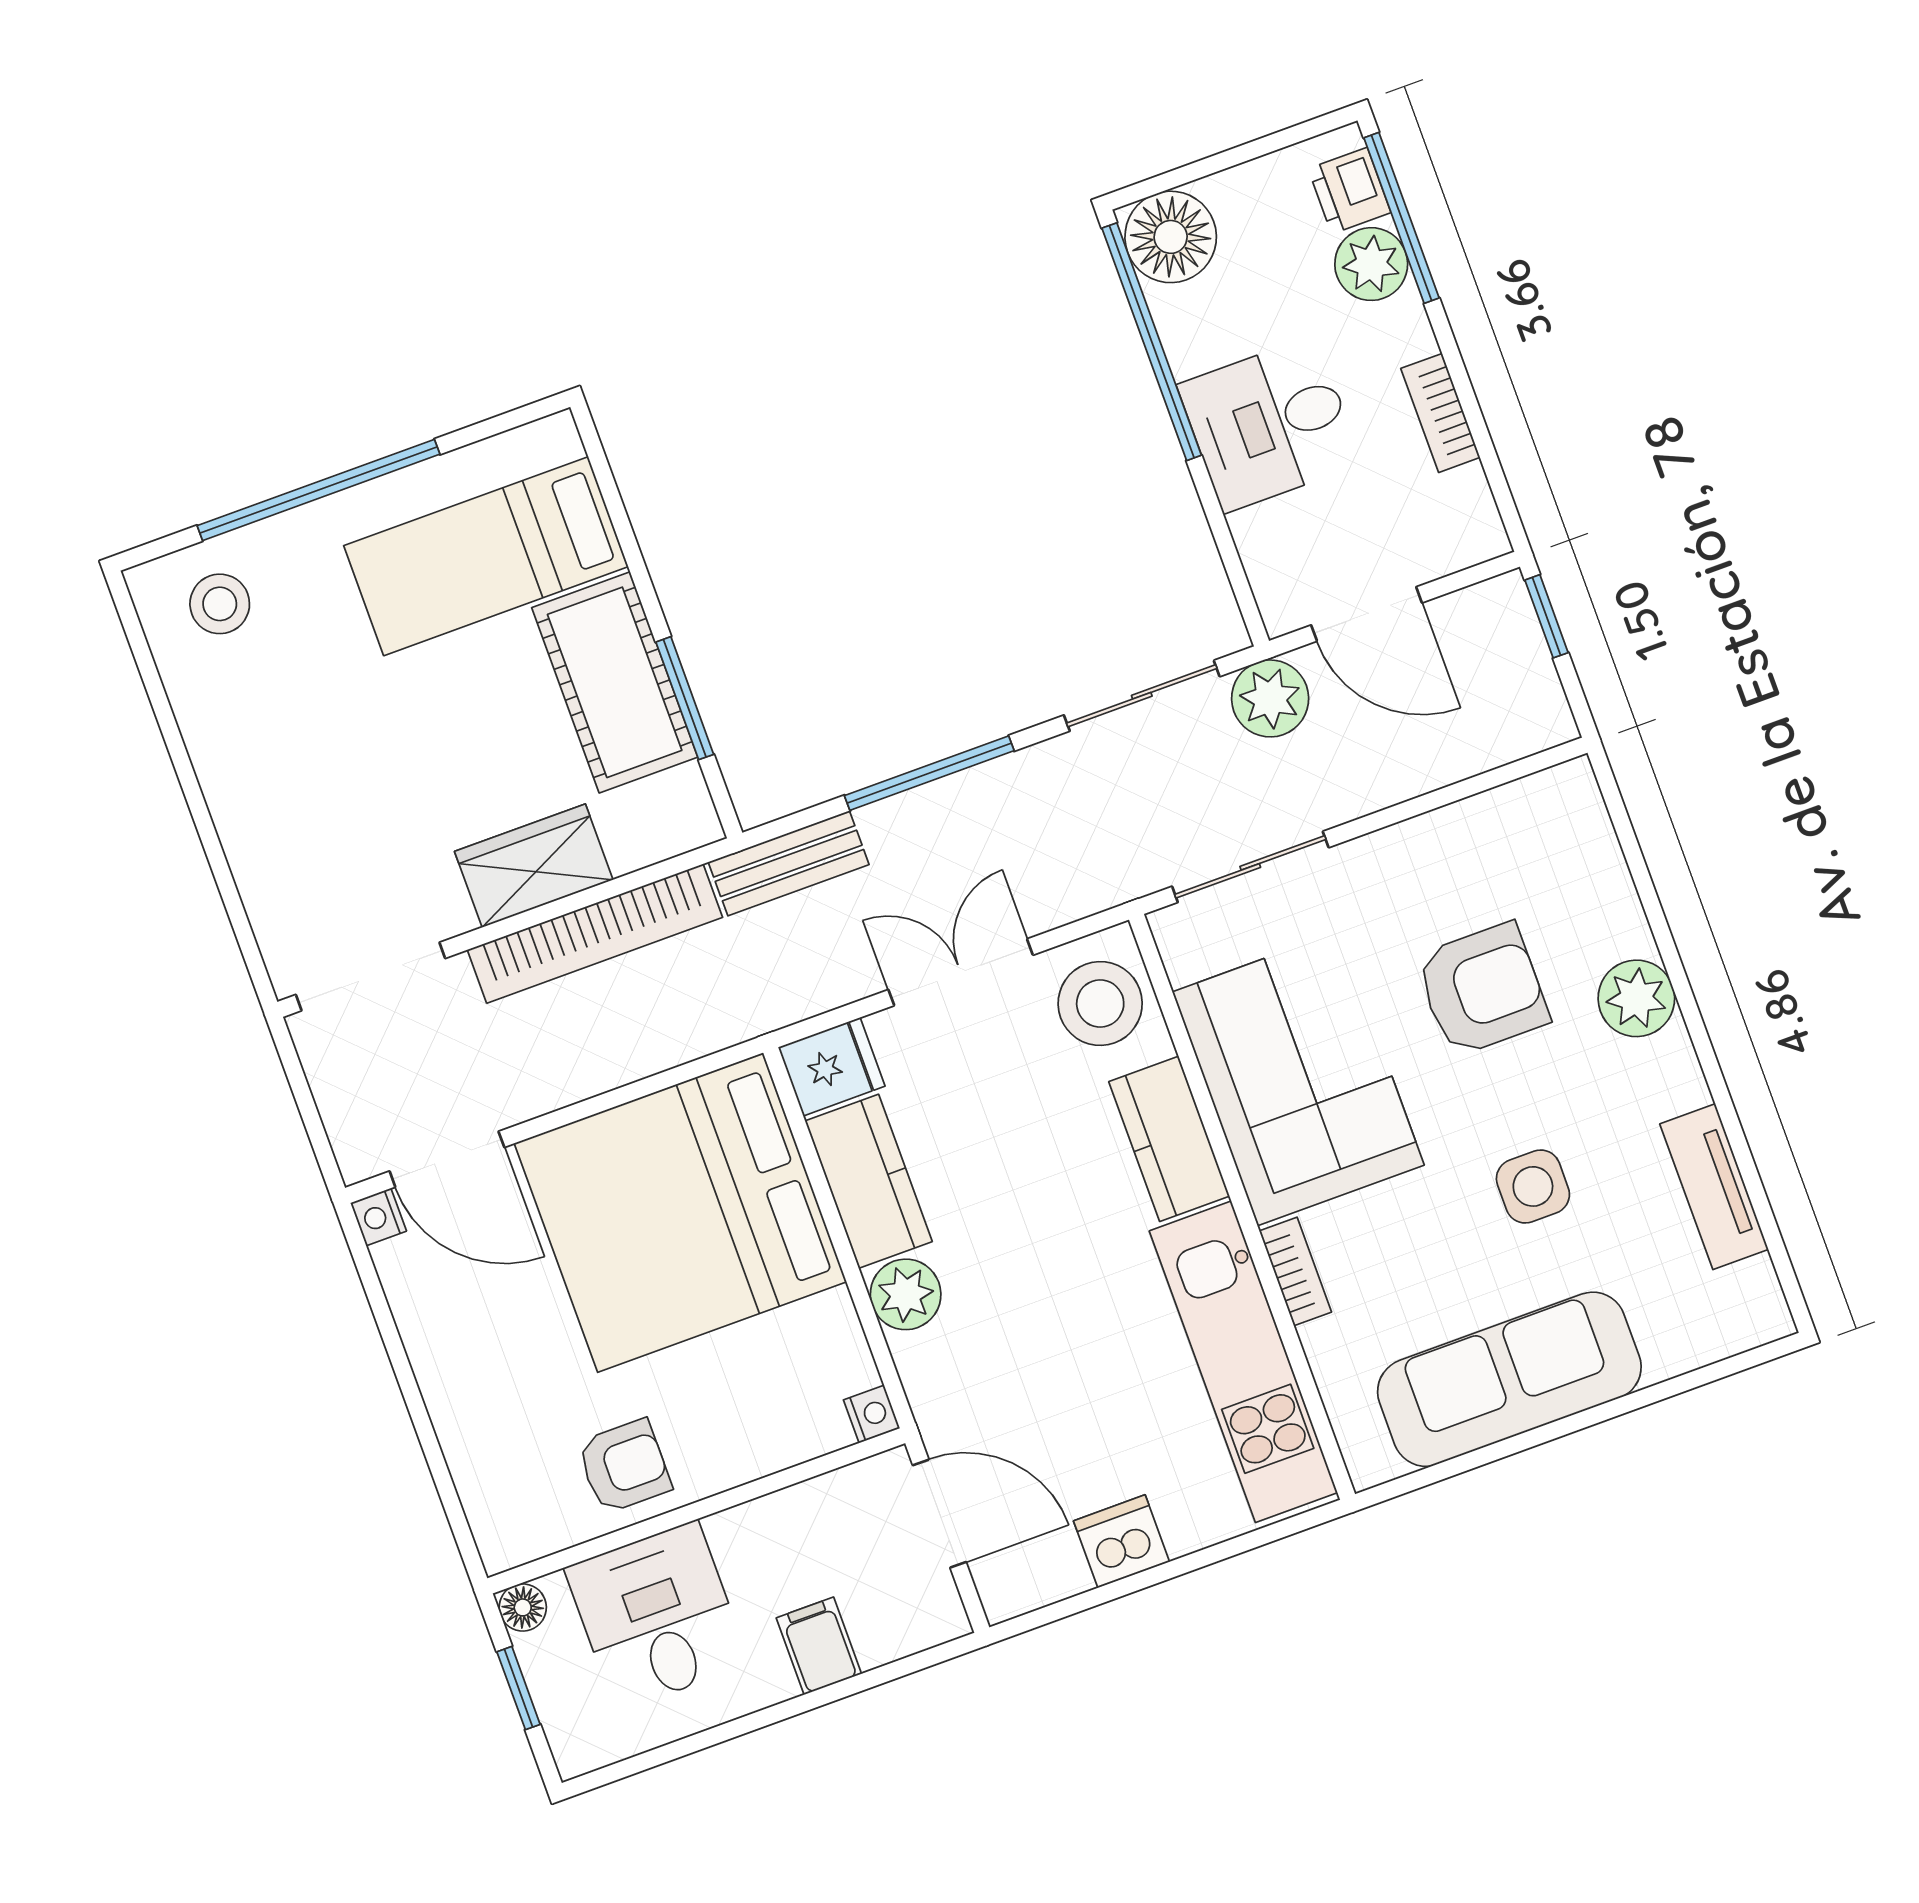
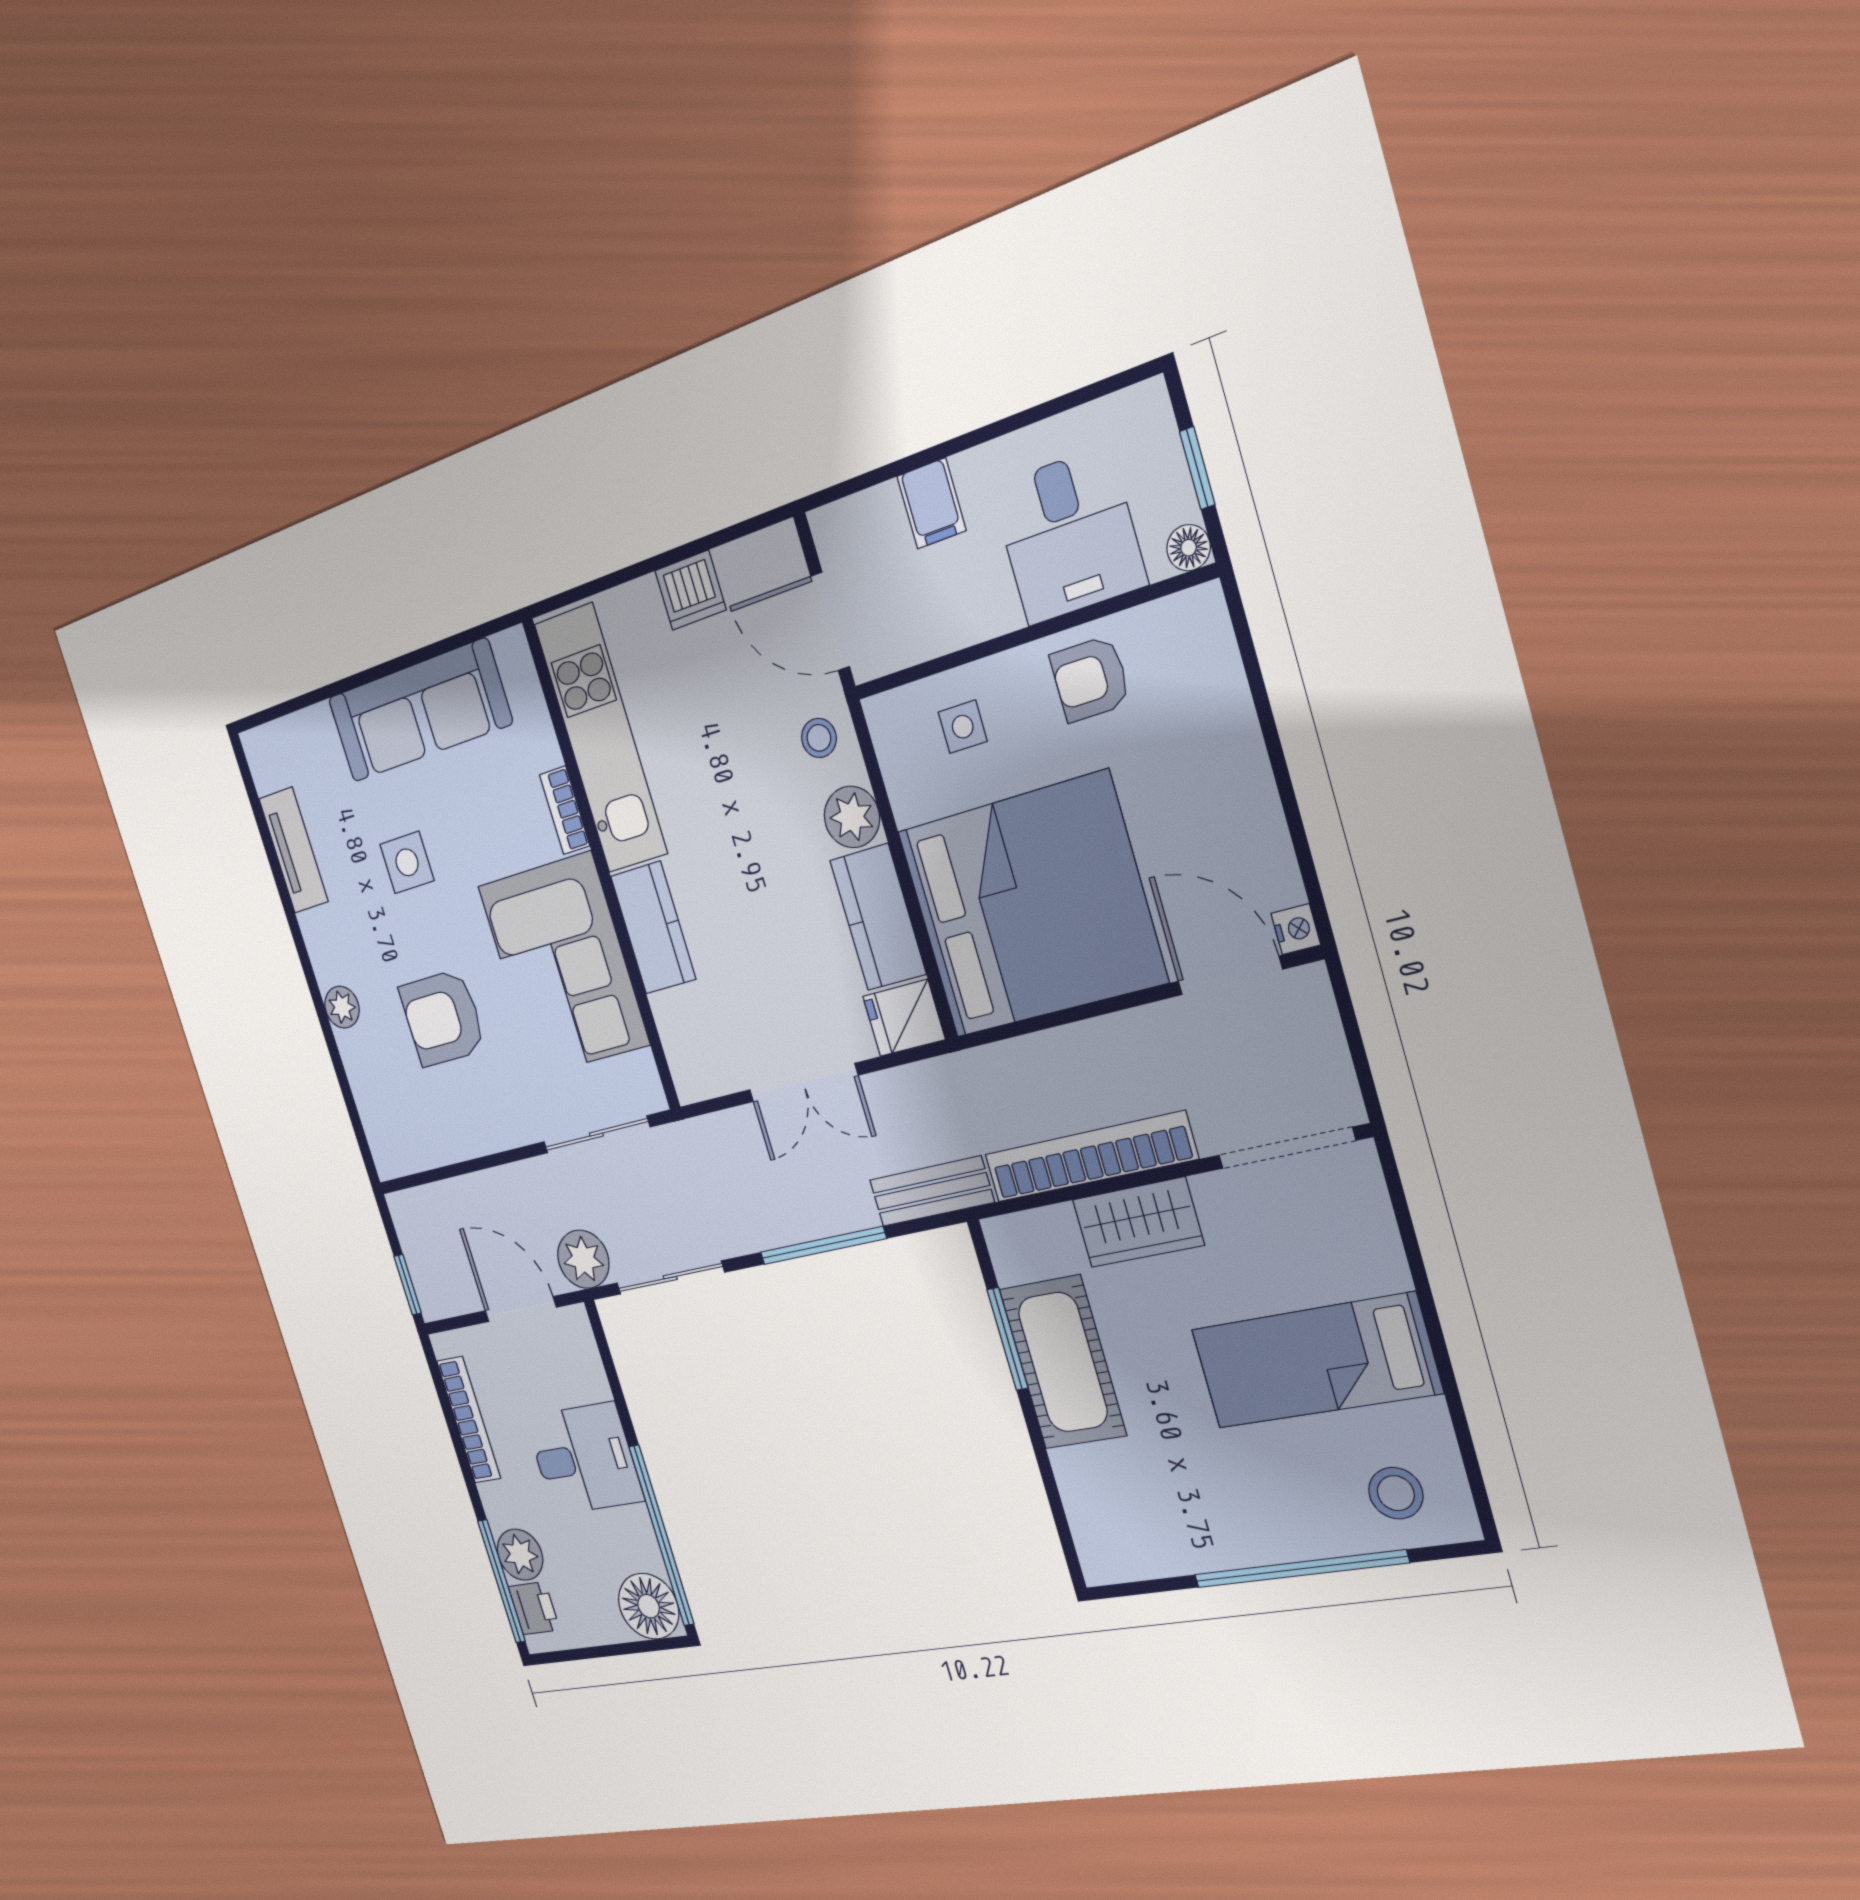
bookcase: (1440, 413) -> (469, 1420), width x1.56
bed: (486, 556) -> (1315, 1361), moved, turned 180
plant: (1636, 998) -> (342, 1007), width x0.73, depth x0.73
stool: (1100, 1003) -> (819, 738), moved, width x0.53, depth x0.53
side table: (772, 1406) -> (963, 727), added
nightstand: (872, 1414) -> (882, 714), removed

